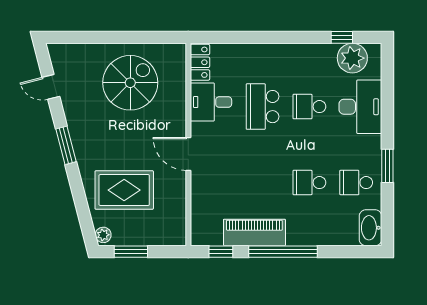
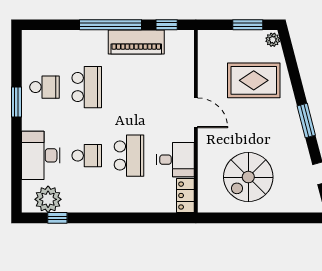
school desk: (309, 183) -> (87, 87), width x1.85
washbasin: (370, 228) -> (32, 46), removed

